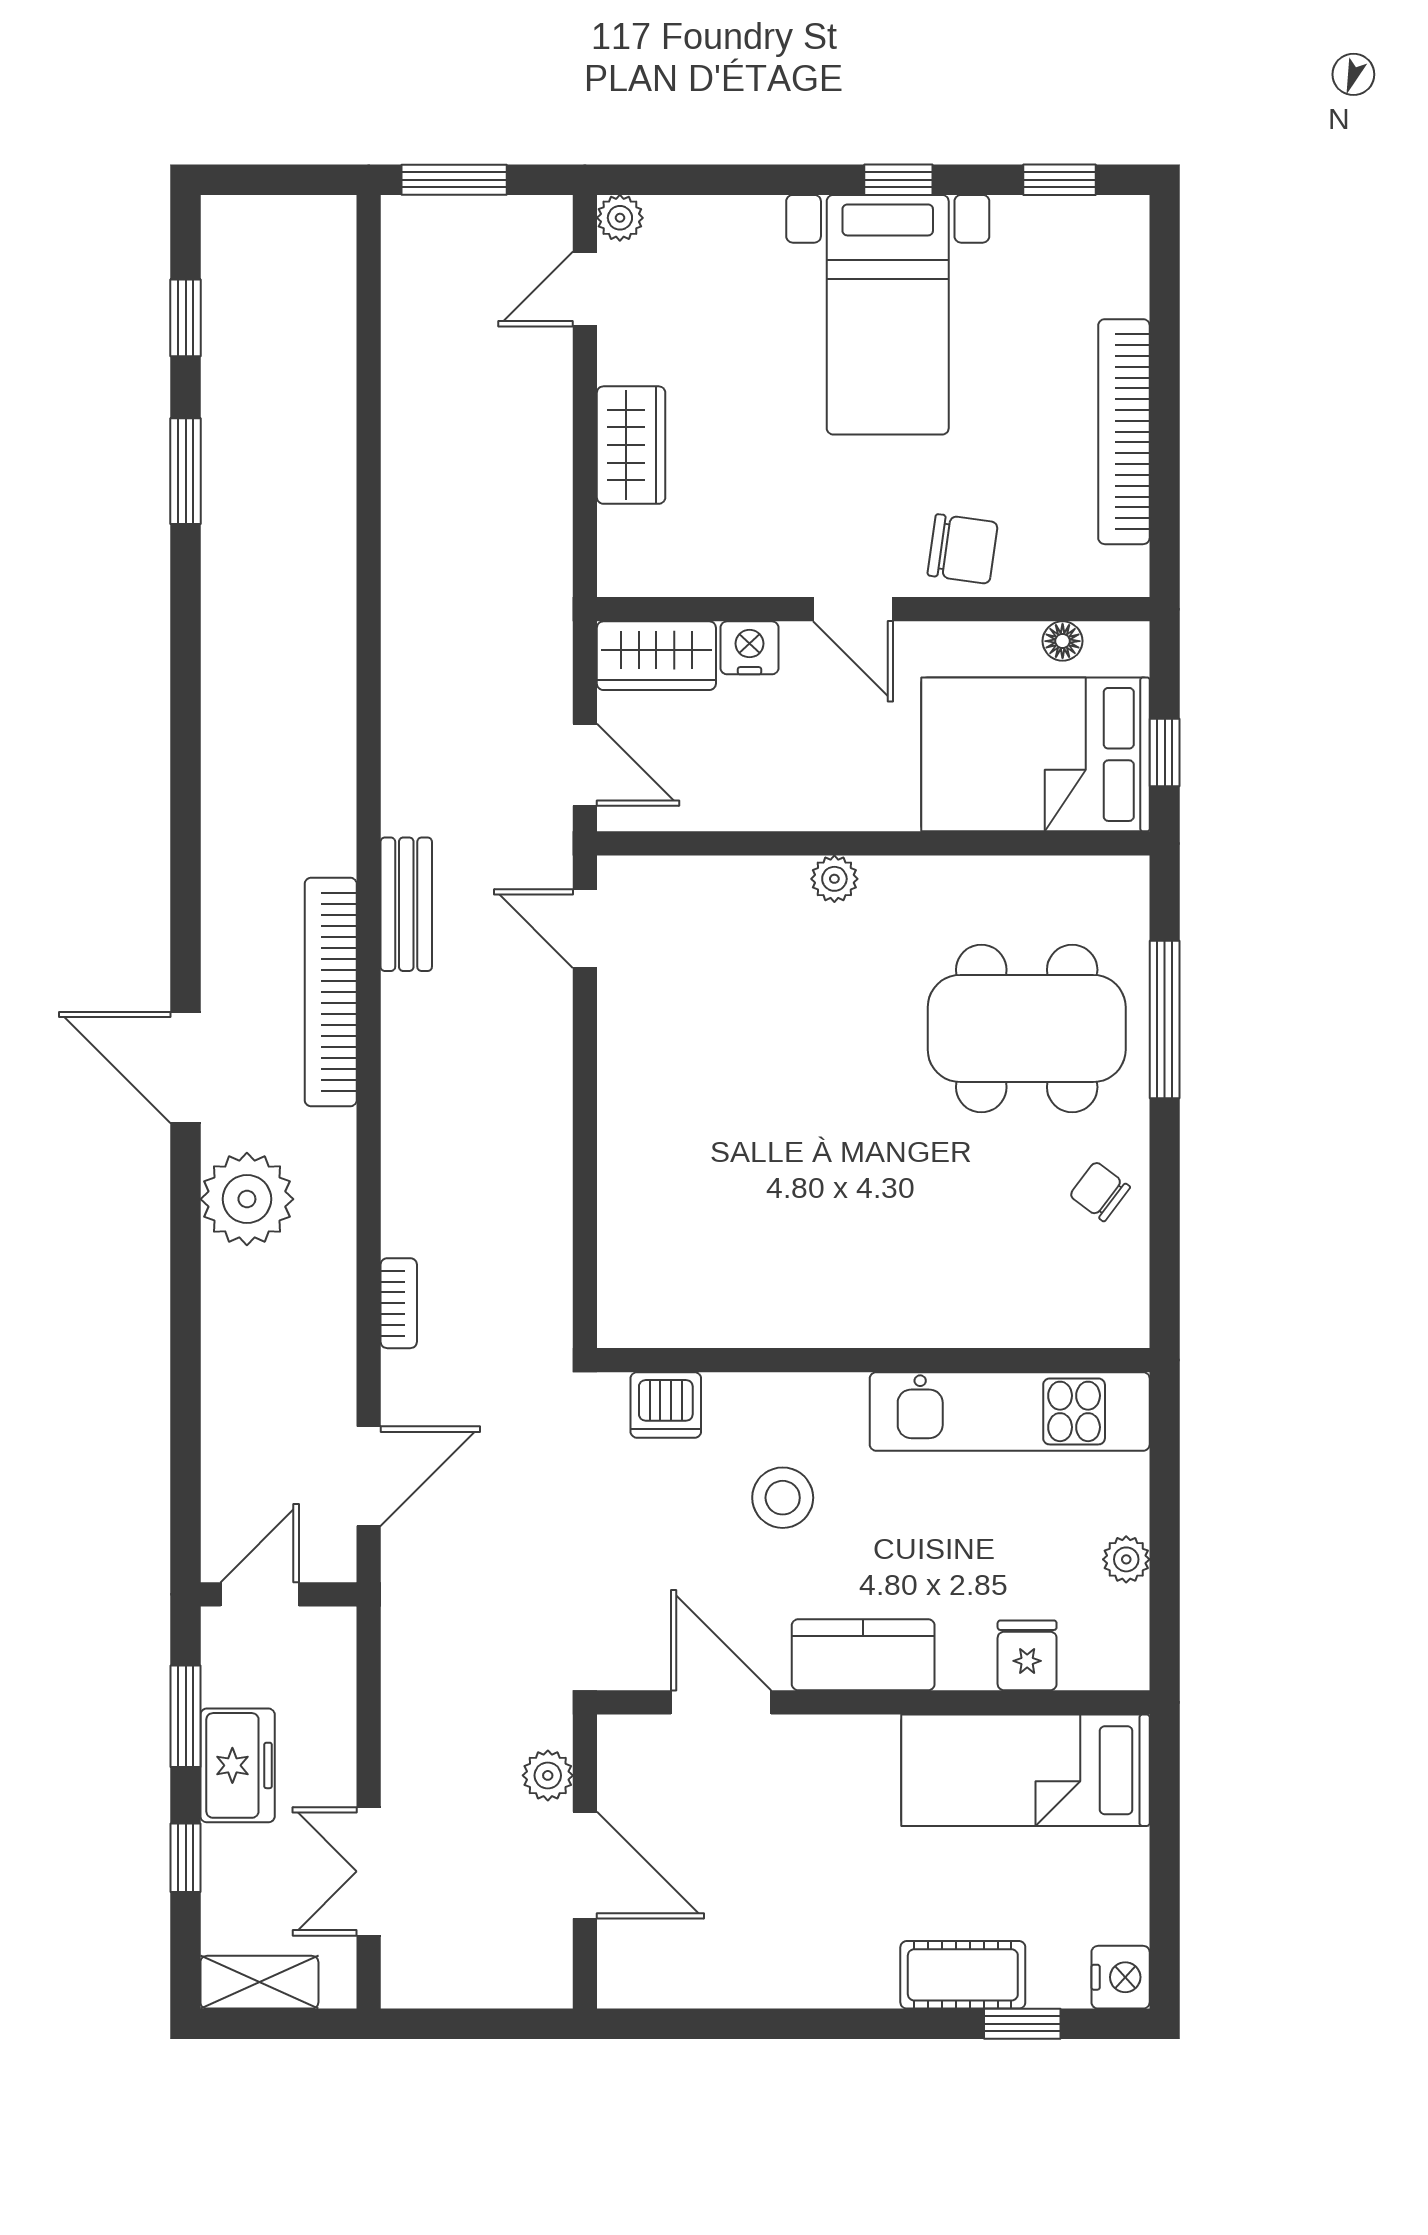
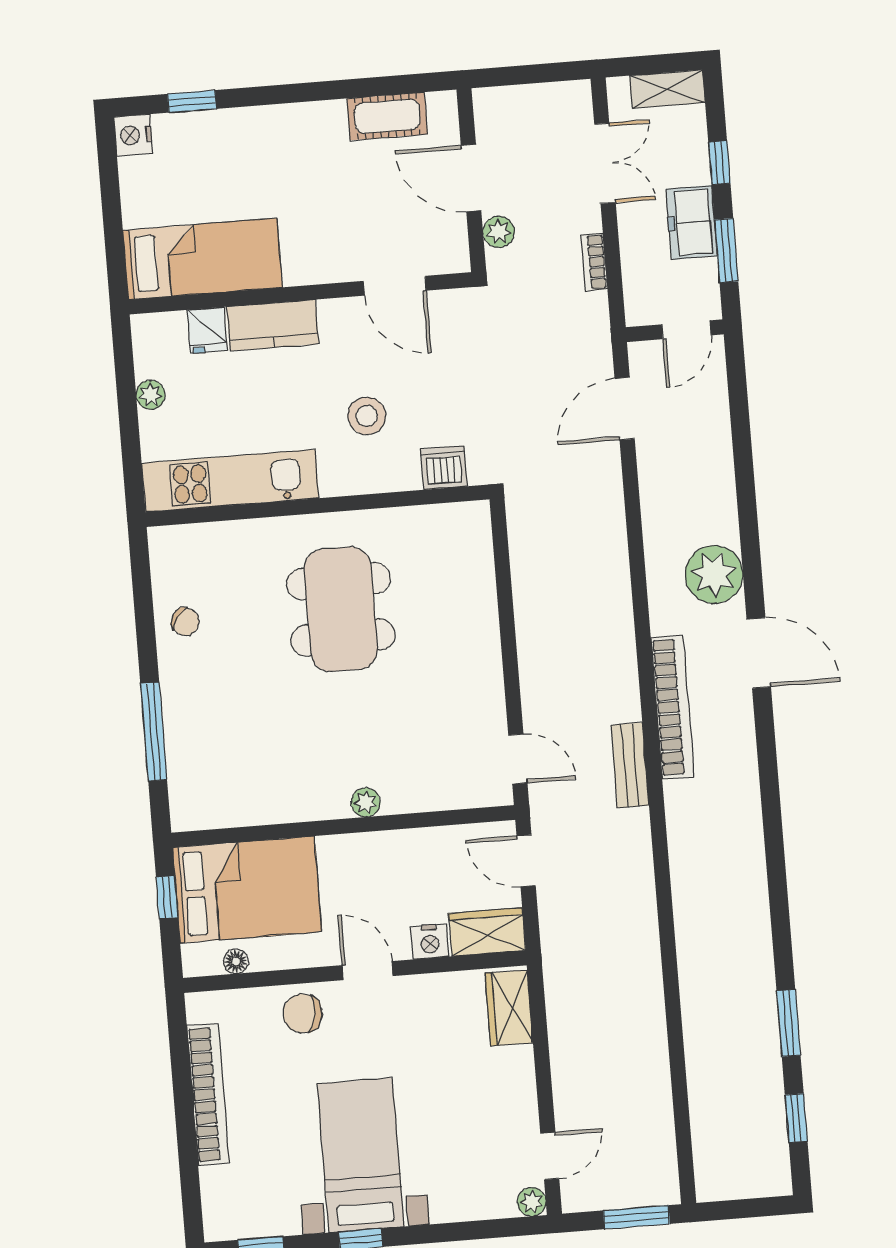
wardrobe: (631, 445) -> (509, 1008), moved
dining table: (1027, 1028) -> (341, 609), moved, turned 90
bookcase: (399, 1303) -> (594, 262), moved
kitchen counter: (863, 1655) -> (273, 325), moved
cot: (963, 1975) -> (387, 116), moved

